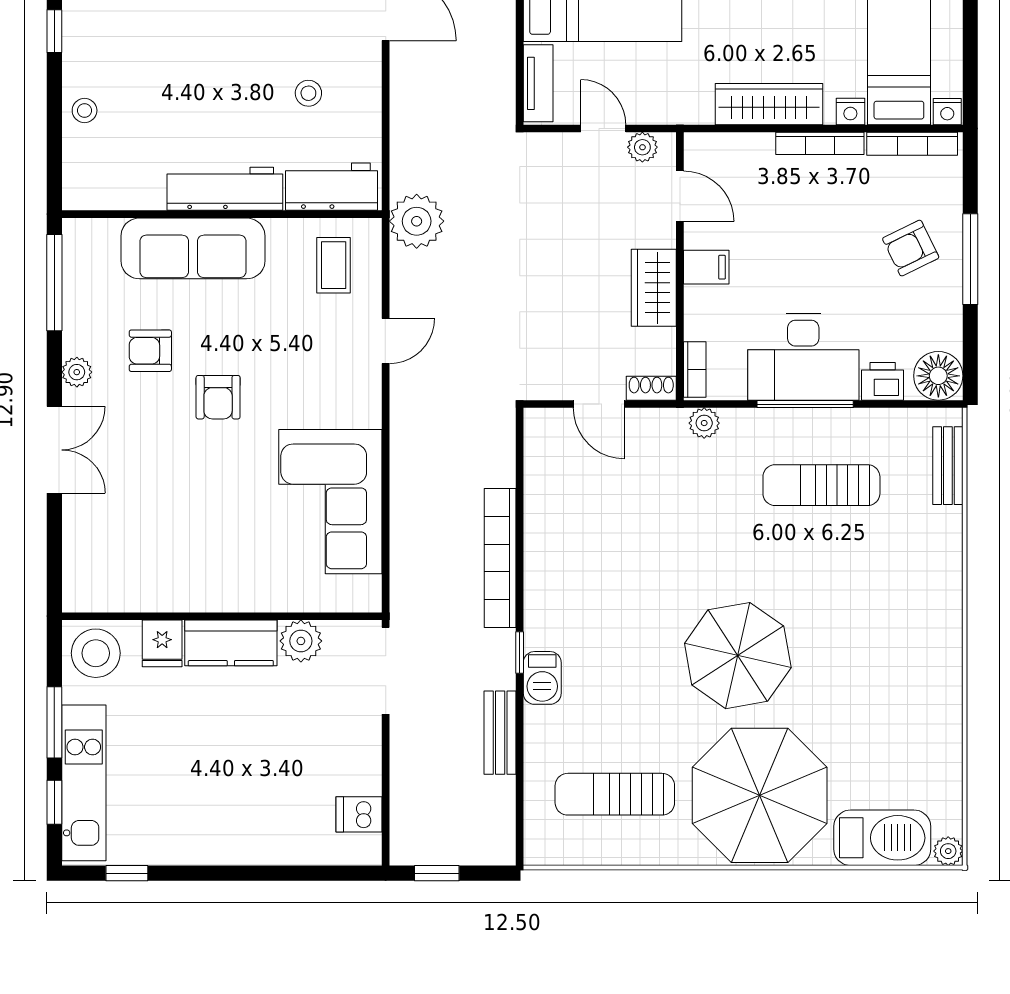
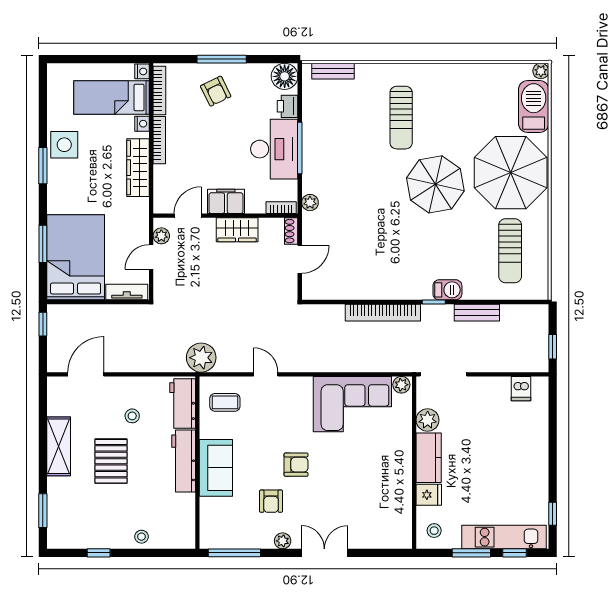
pallet: (224, 54) -> (111, 461), added
sofa: (193, 248) -> (216, 468), width x0.73
filing cabinet: (706, 267) -> (226, 201), width x2.00
sun lounger: (821, 485) -> (401, 118), moved
plant: (366, 592) -> (401, 385), added
stool: (96, 653) -> (434, 531), width x0.53, depth x0.53

